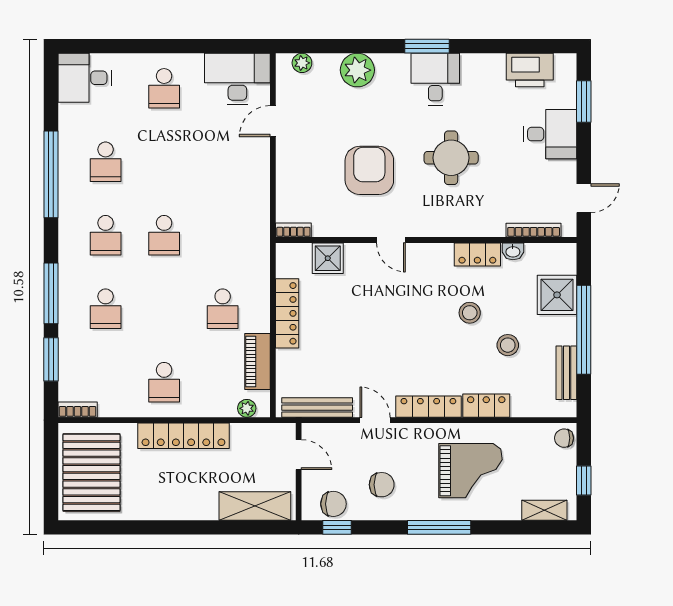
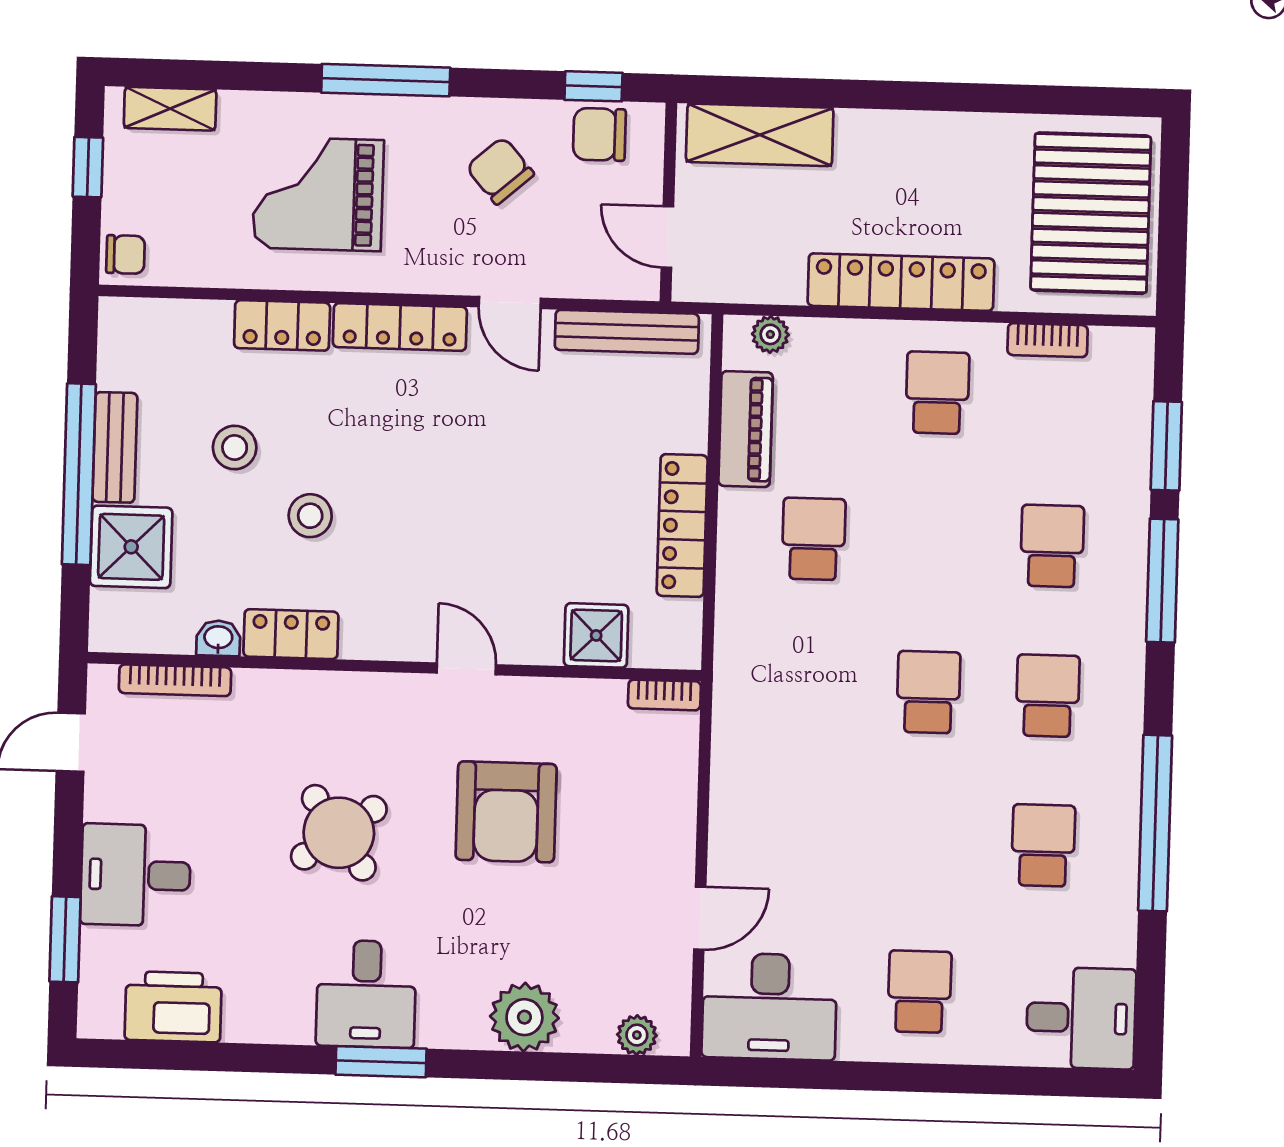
round table: (451, 158) -> (339, 833), turned -36
bench: (566, 373) -> (115, 447), moved
bookcase: (78, 410) -> (1048, 340), moved
chair: (382, 485) -> (500, 171), turned 49

